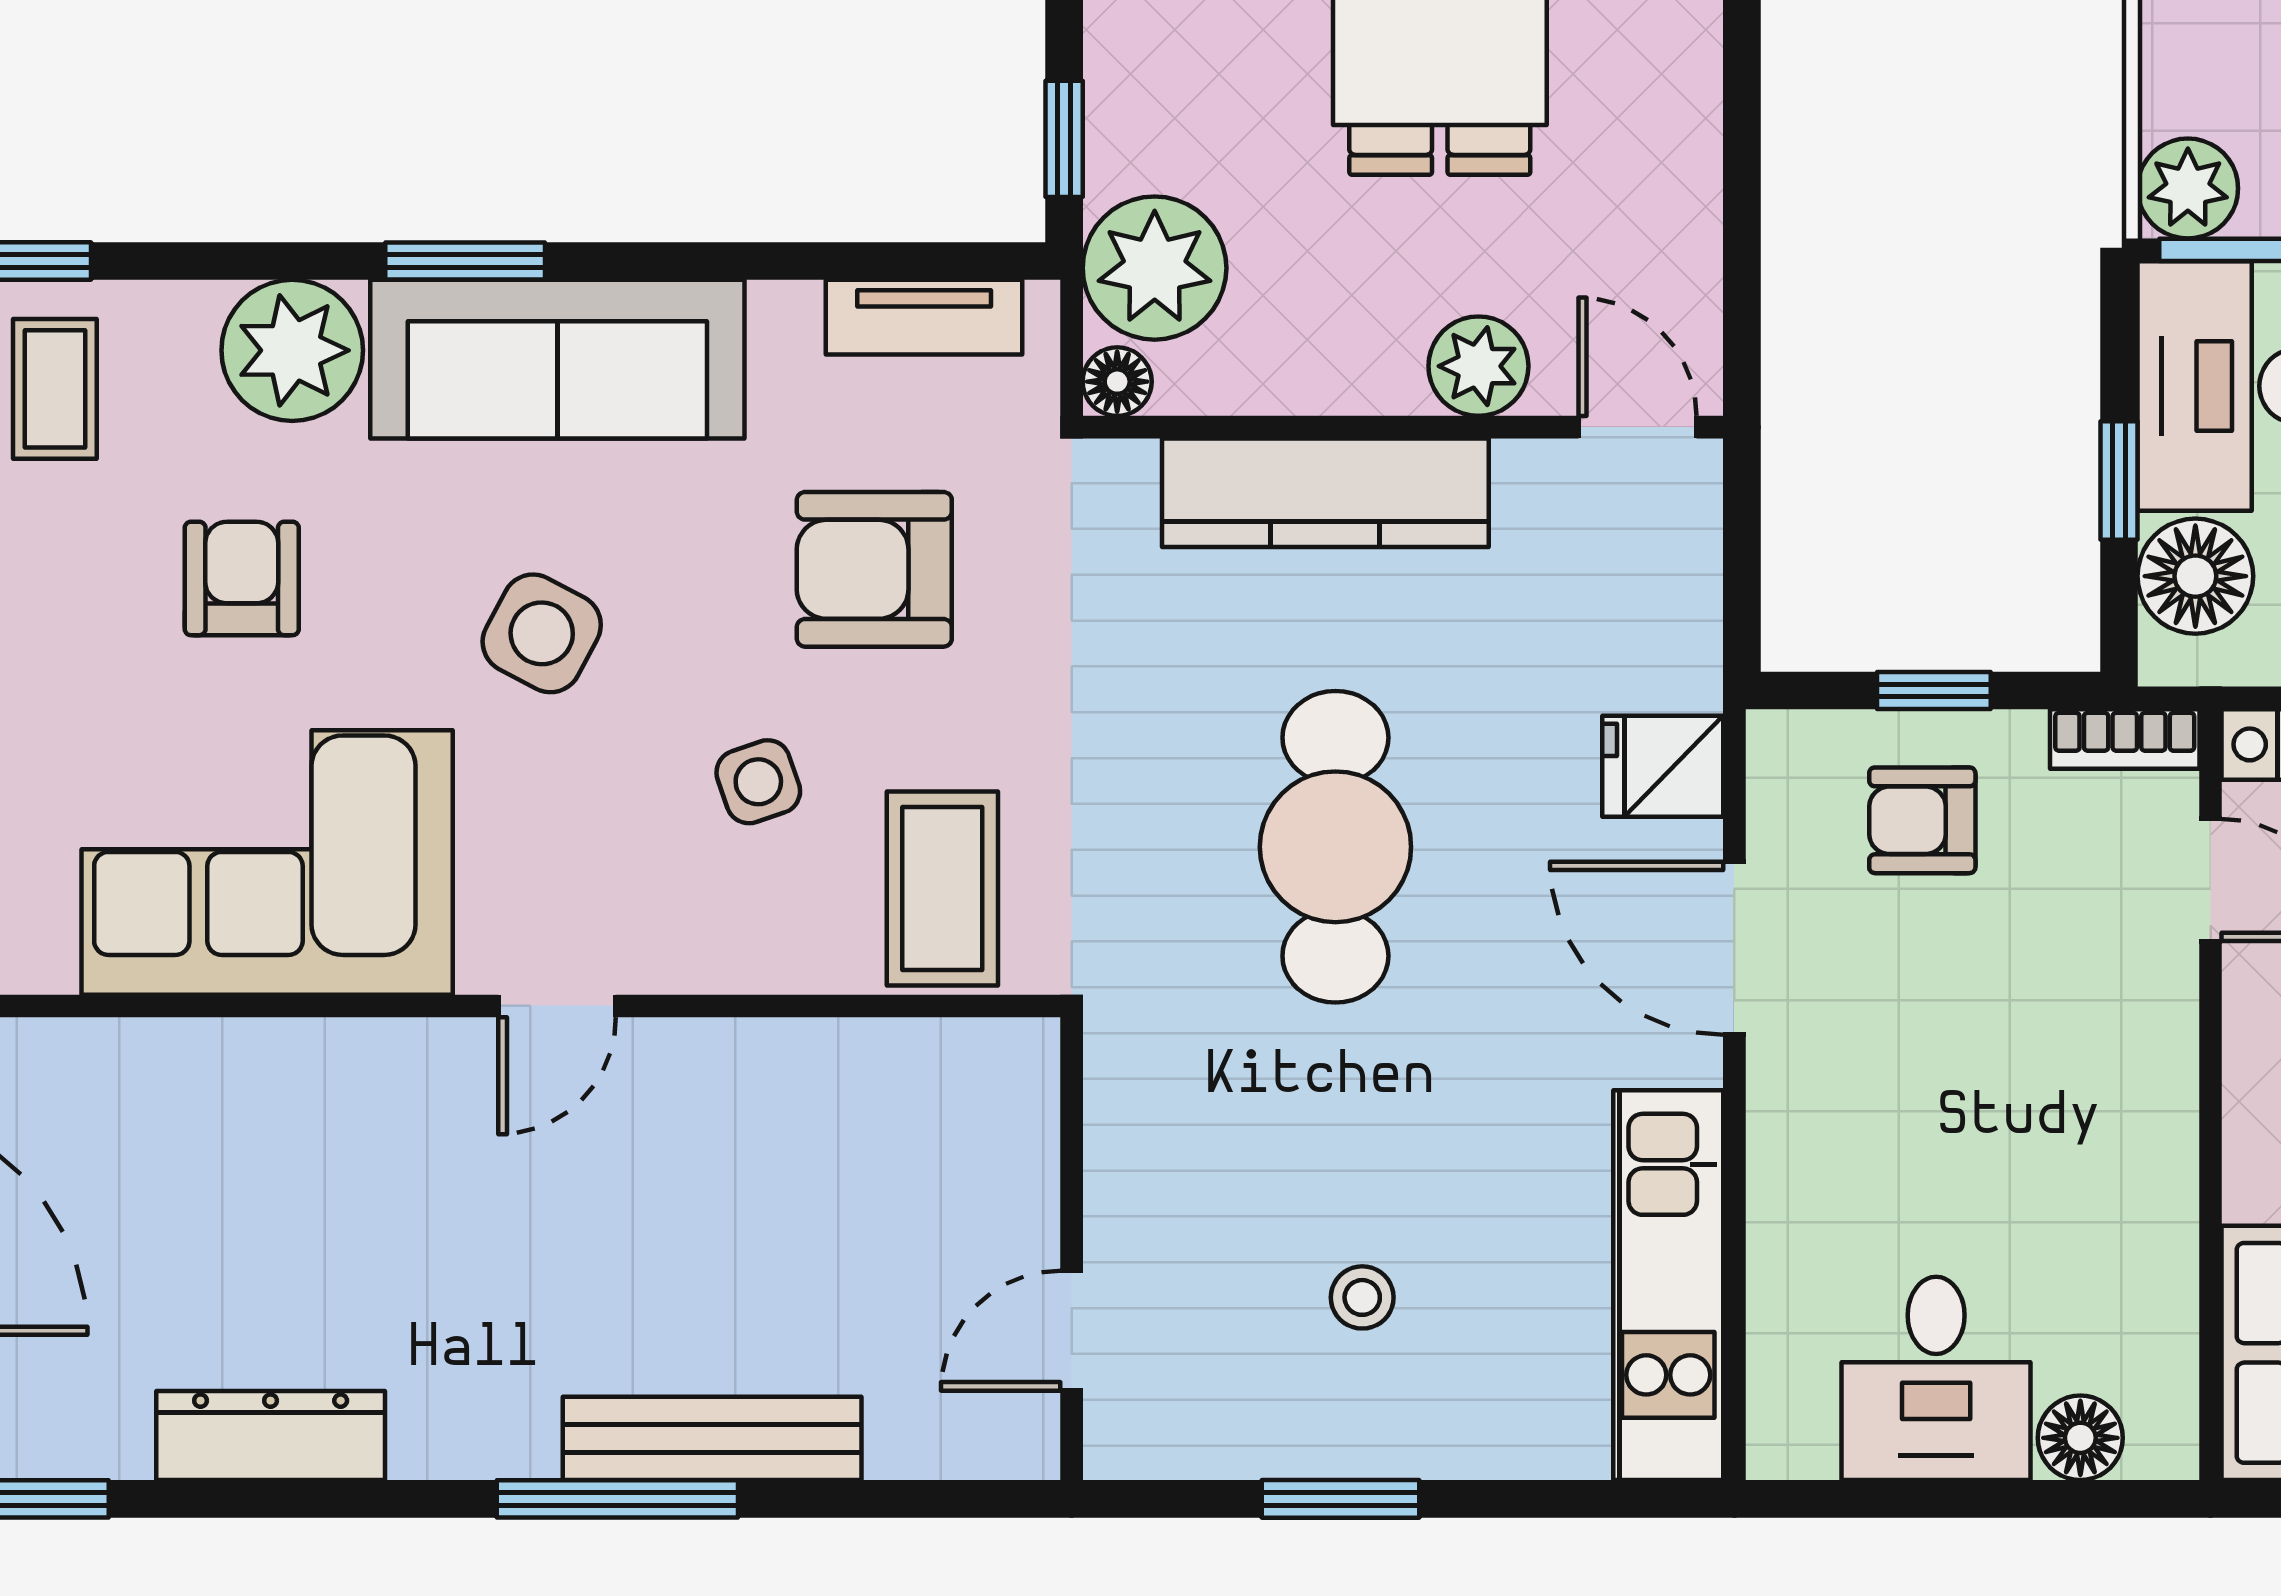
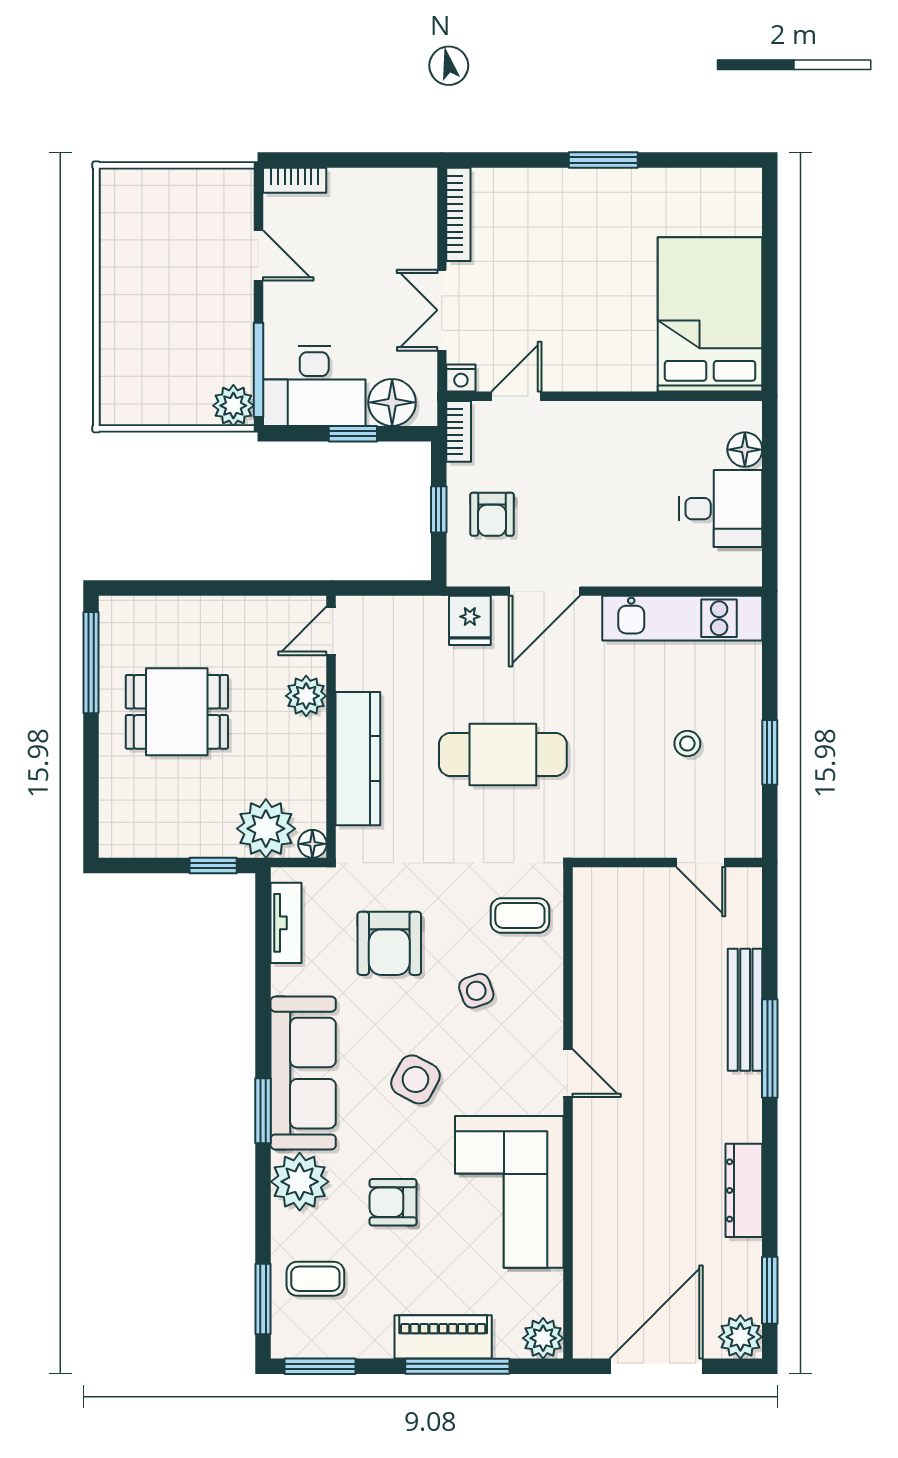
coffee table: (942, 888) -> (520, 915), width x0.73, depth x0.77

